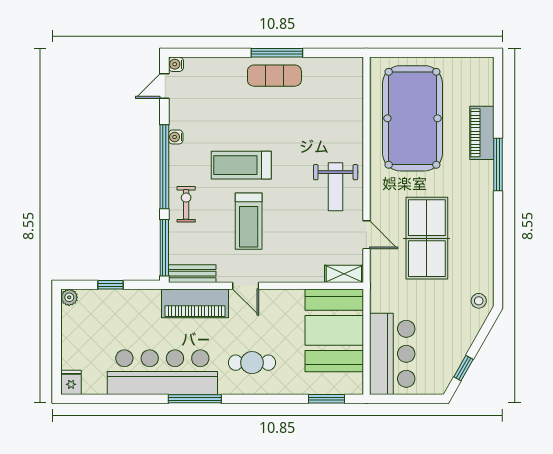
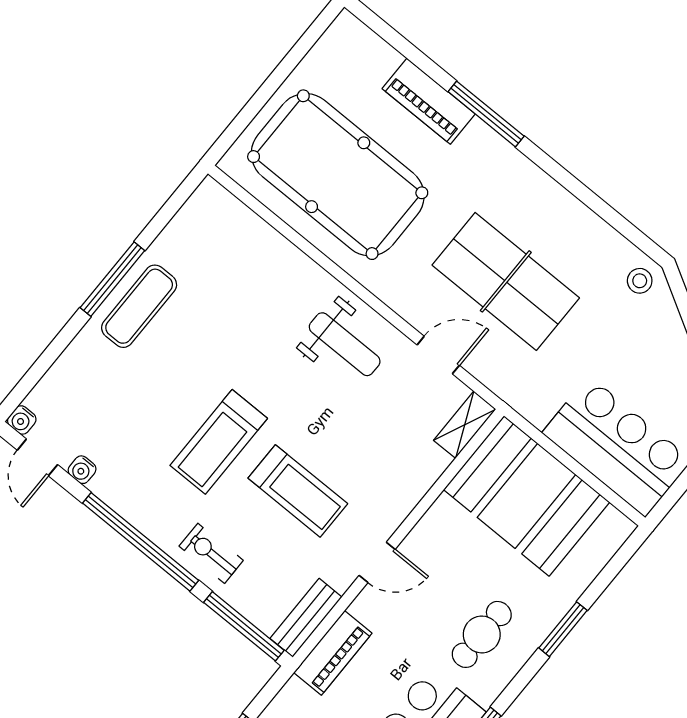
water cooler: (176, 137) -> (82, 470), moved
piano: (195, 303) -> (333, 653), width x0.73, depth x0.75
window: (326, 399) -> (563, 629), moved

